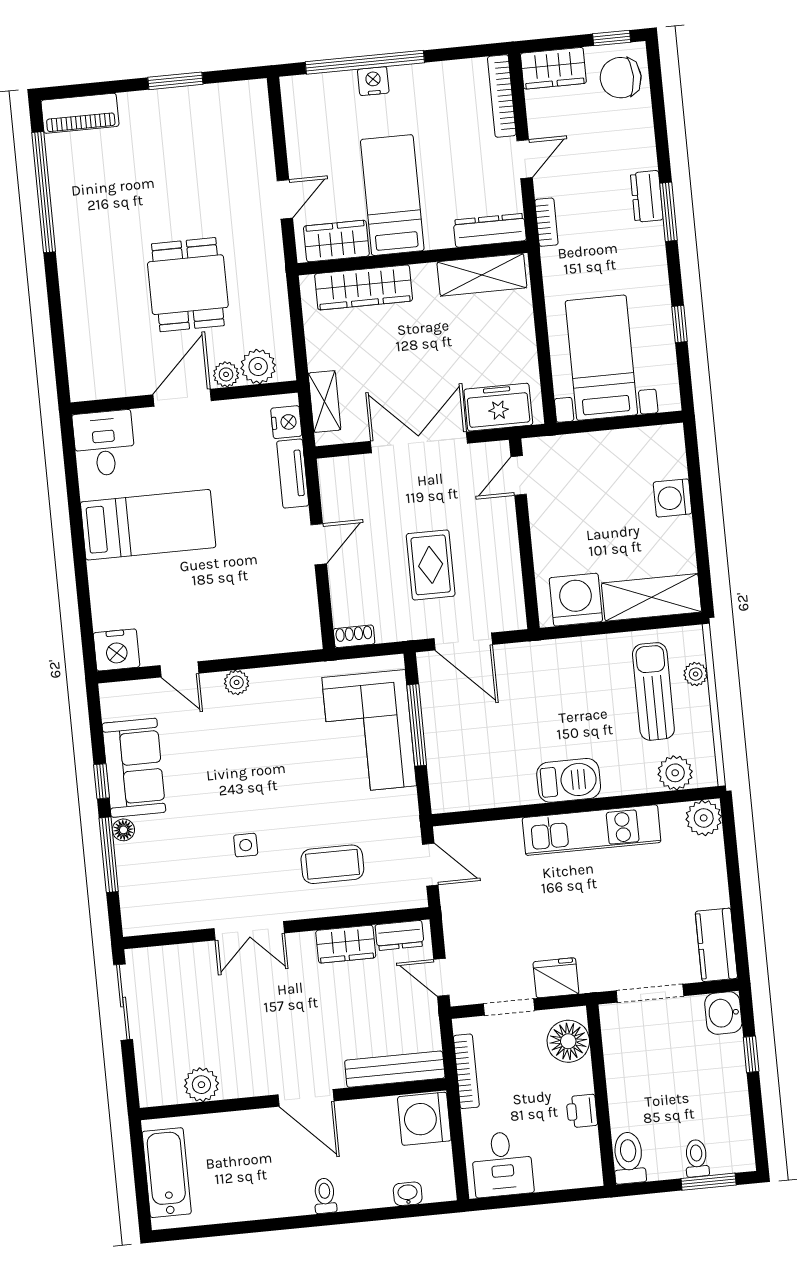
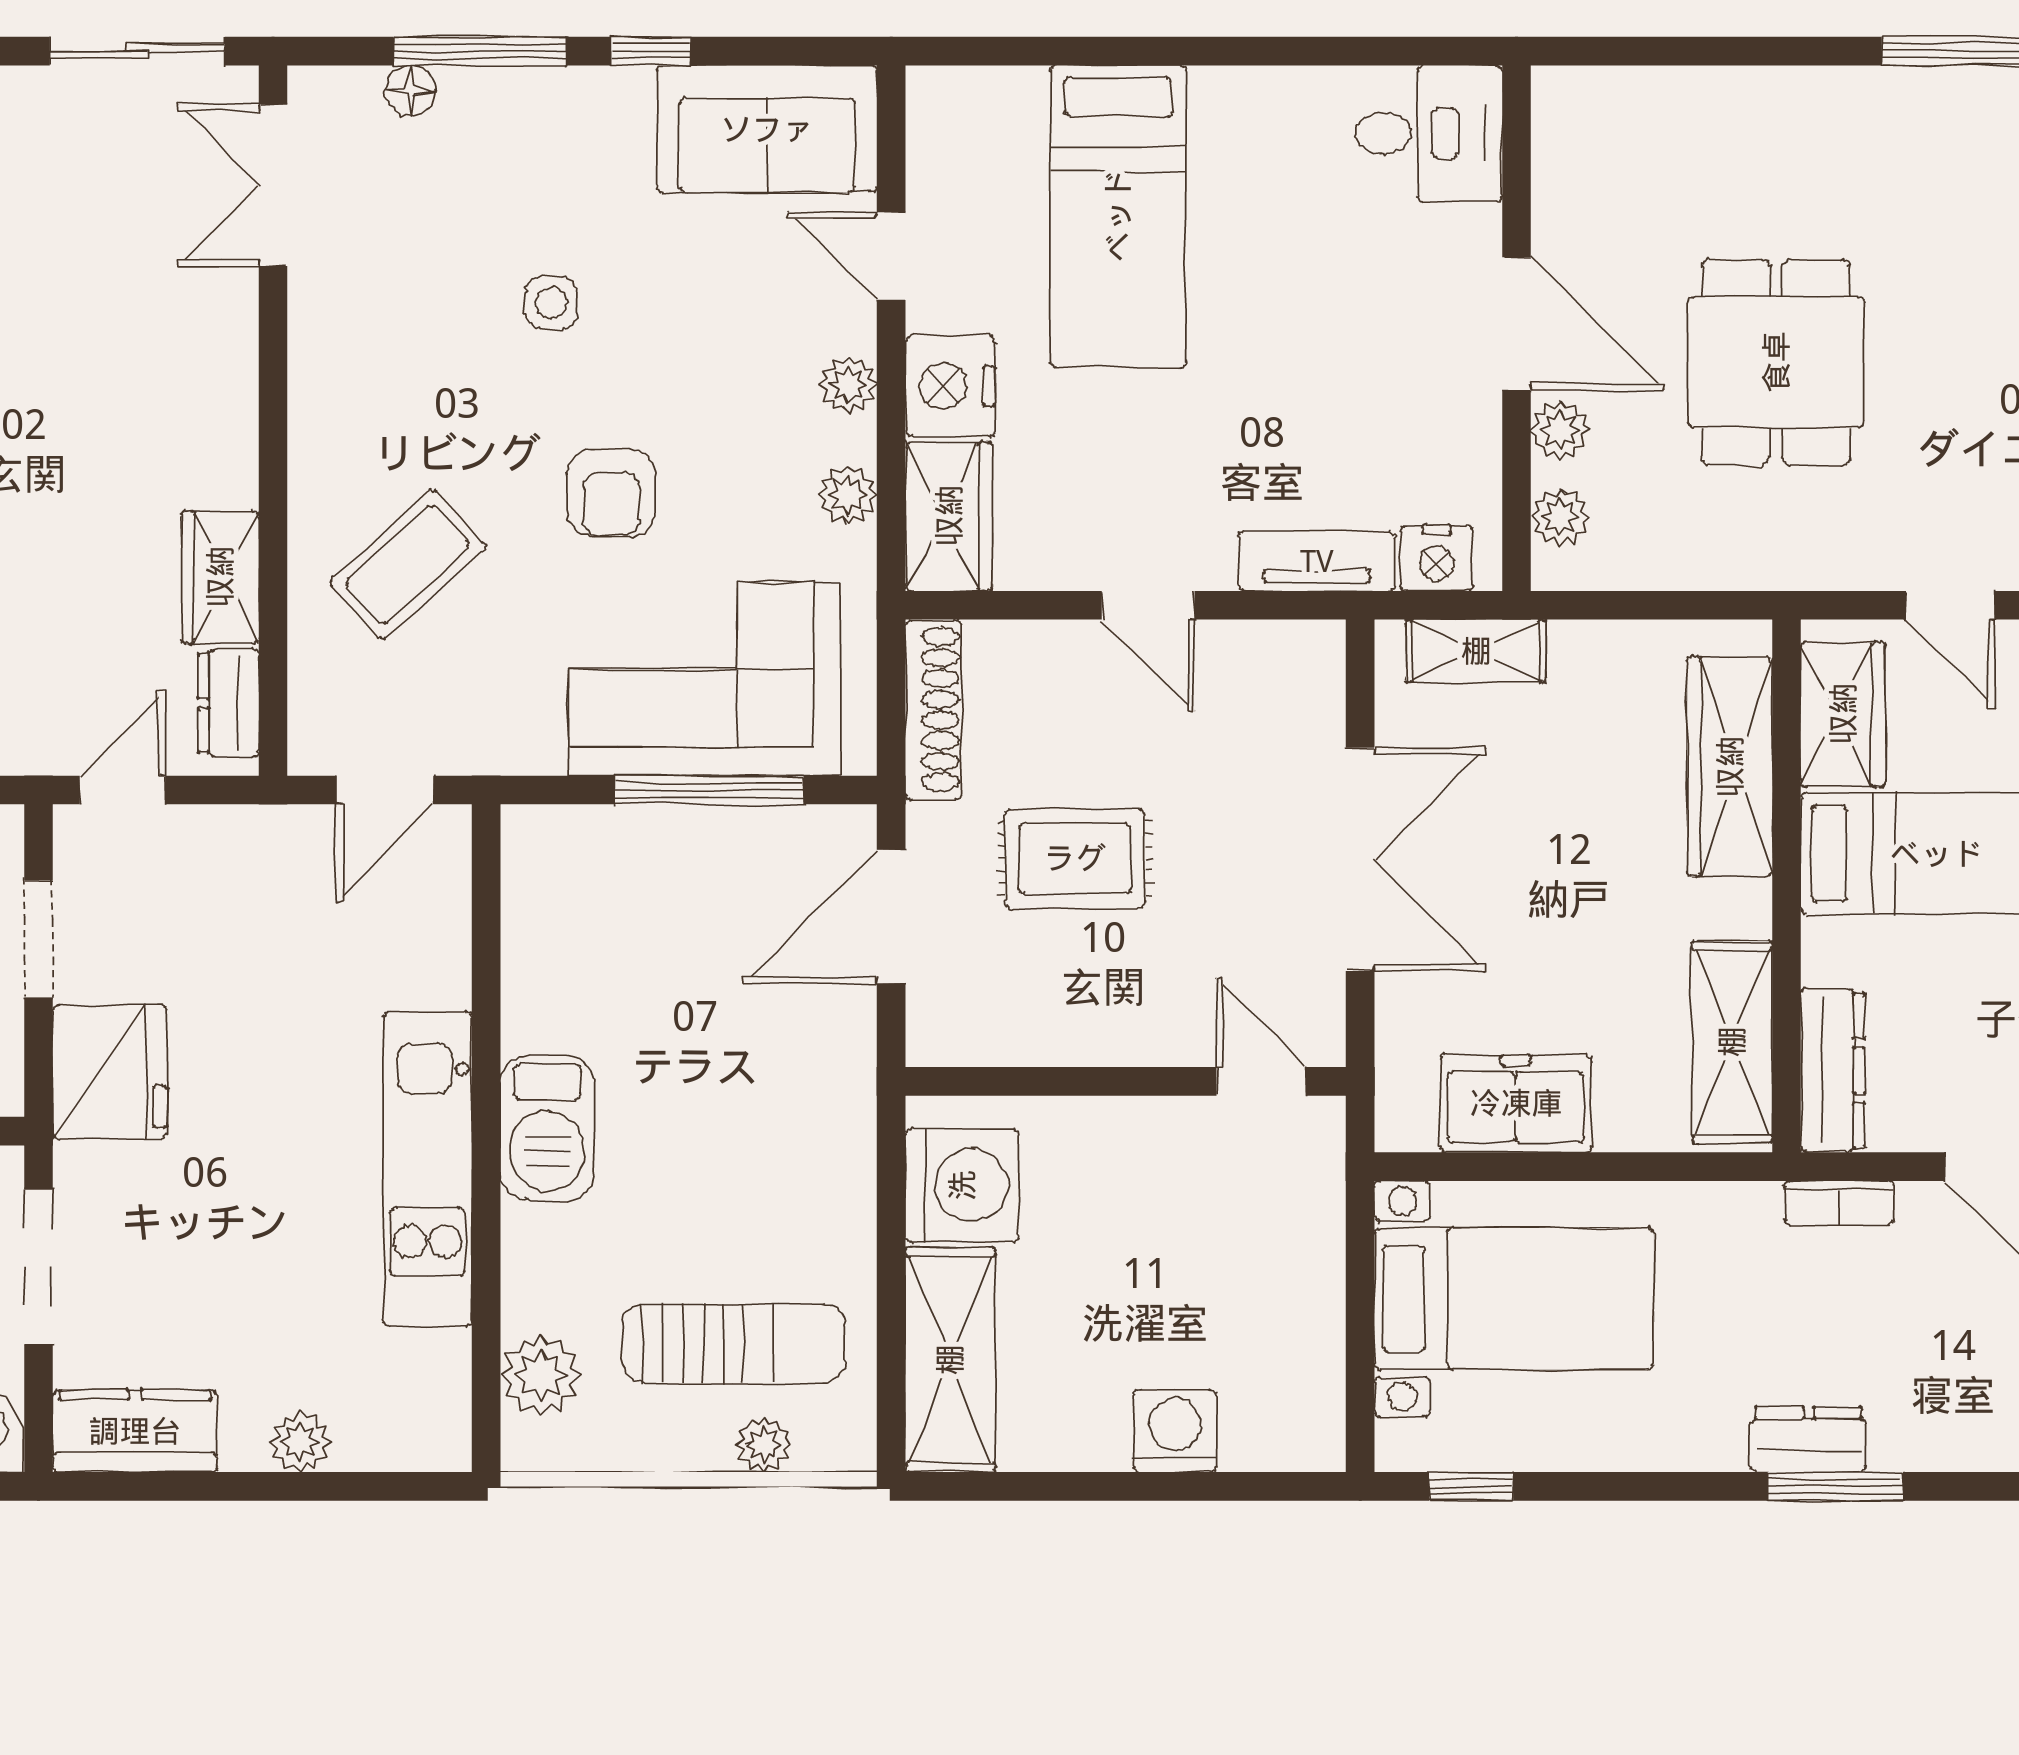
dresser: (647, 196) -> (1809, 1440), moved
dining table: (188, 285) -> (1776, 362), turned 90
window: (680, 324) -> (1471, 1486), moved
plant: (258, 367) -> (1560, 517), width x0.73, depth x0.73
freezer: (498, 407) -> (1516, 1103), moved, turned -90
bed: (148, 525) -> (1118, 216), moved
wardrobe: (289, 634) -> (949, 516), added
shoe rack: (354, 636) -> (933, 710), width x1.94, depth x1.24
nightstand: (116, 650) -> (950, 386), moved
door: (179, 669) -> (891, 256), hinge flipped
plant: (284, 678) -> (848, 495), added
sofa: (134, 768) -> (767, 129), moved
armchair: (293, 780) -> (611, 493), added
plant: (704, 818) -> (300, 1442), moved, width x0.73, depth x0.73
floor lamp: (123, 830) -> (411, 91), moved
side table: (246, 845) -> (551, 303), moved
coffee table: (332, 864) -> (408, 565), turned 48
double door: (249, 931) -> (273, 185), moved
fridge: (556, 978) -> (110, 1072), width x1.36, depth x1.34

